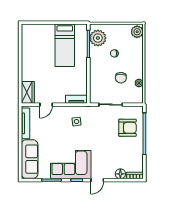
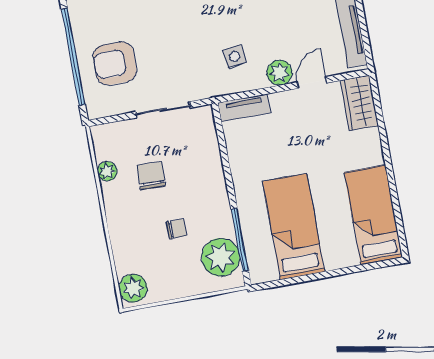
bed: (30, 44) -> (373, 215), added
plant: (59, 111) -> (280, 73), added

